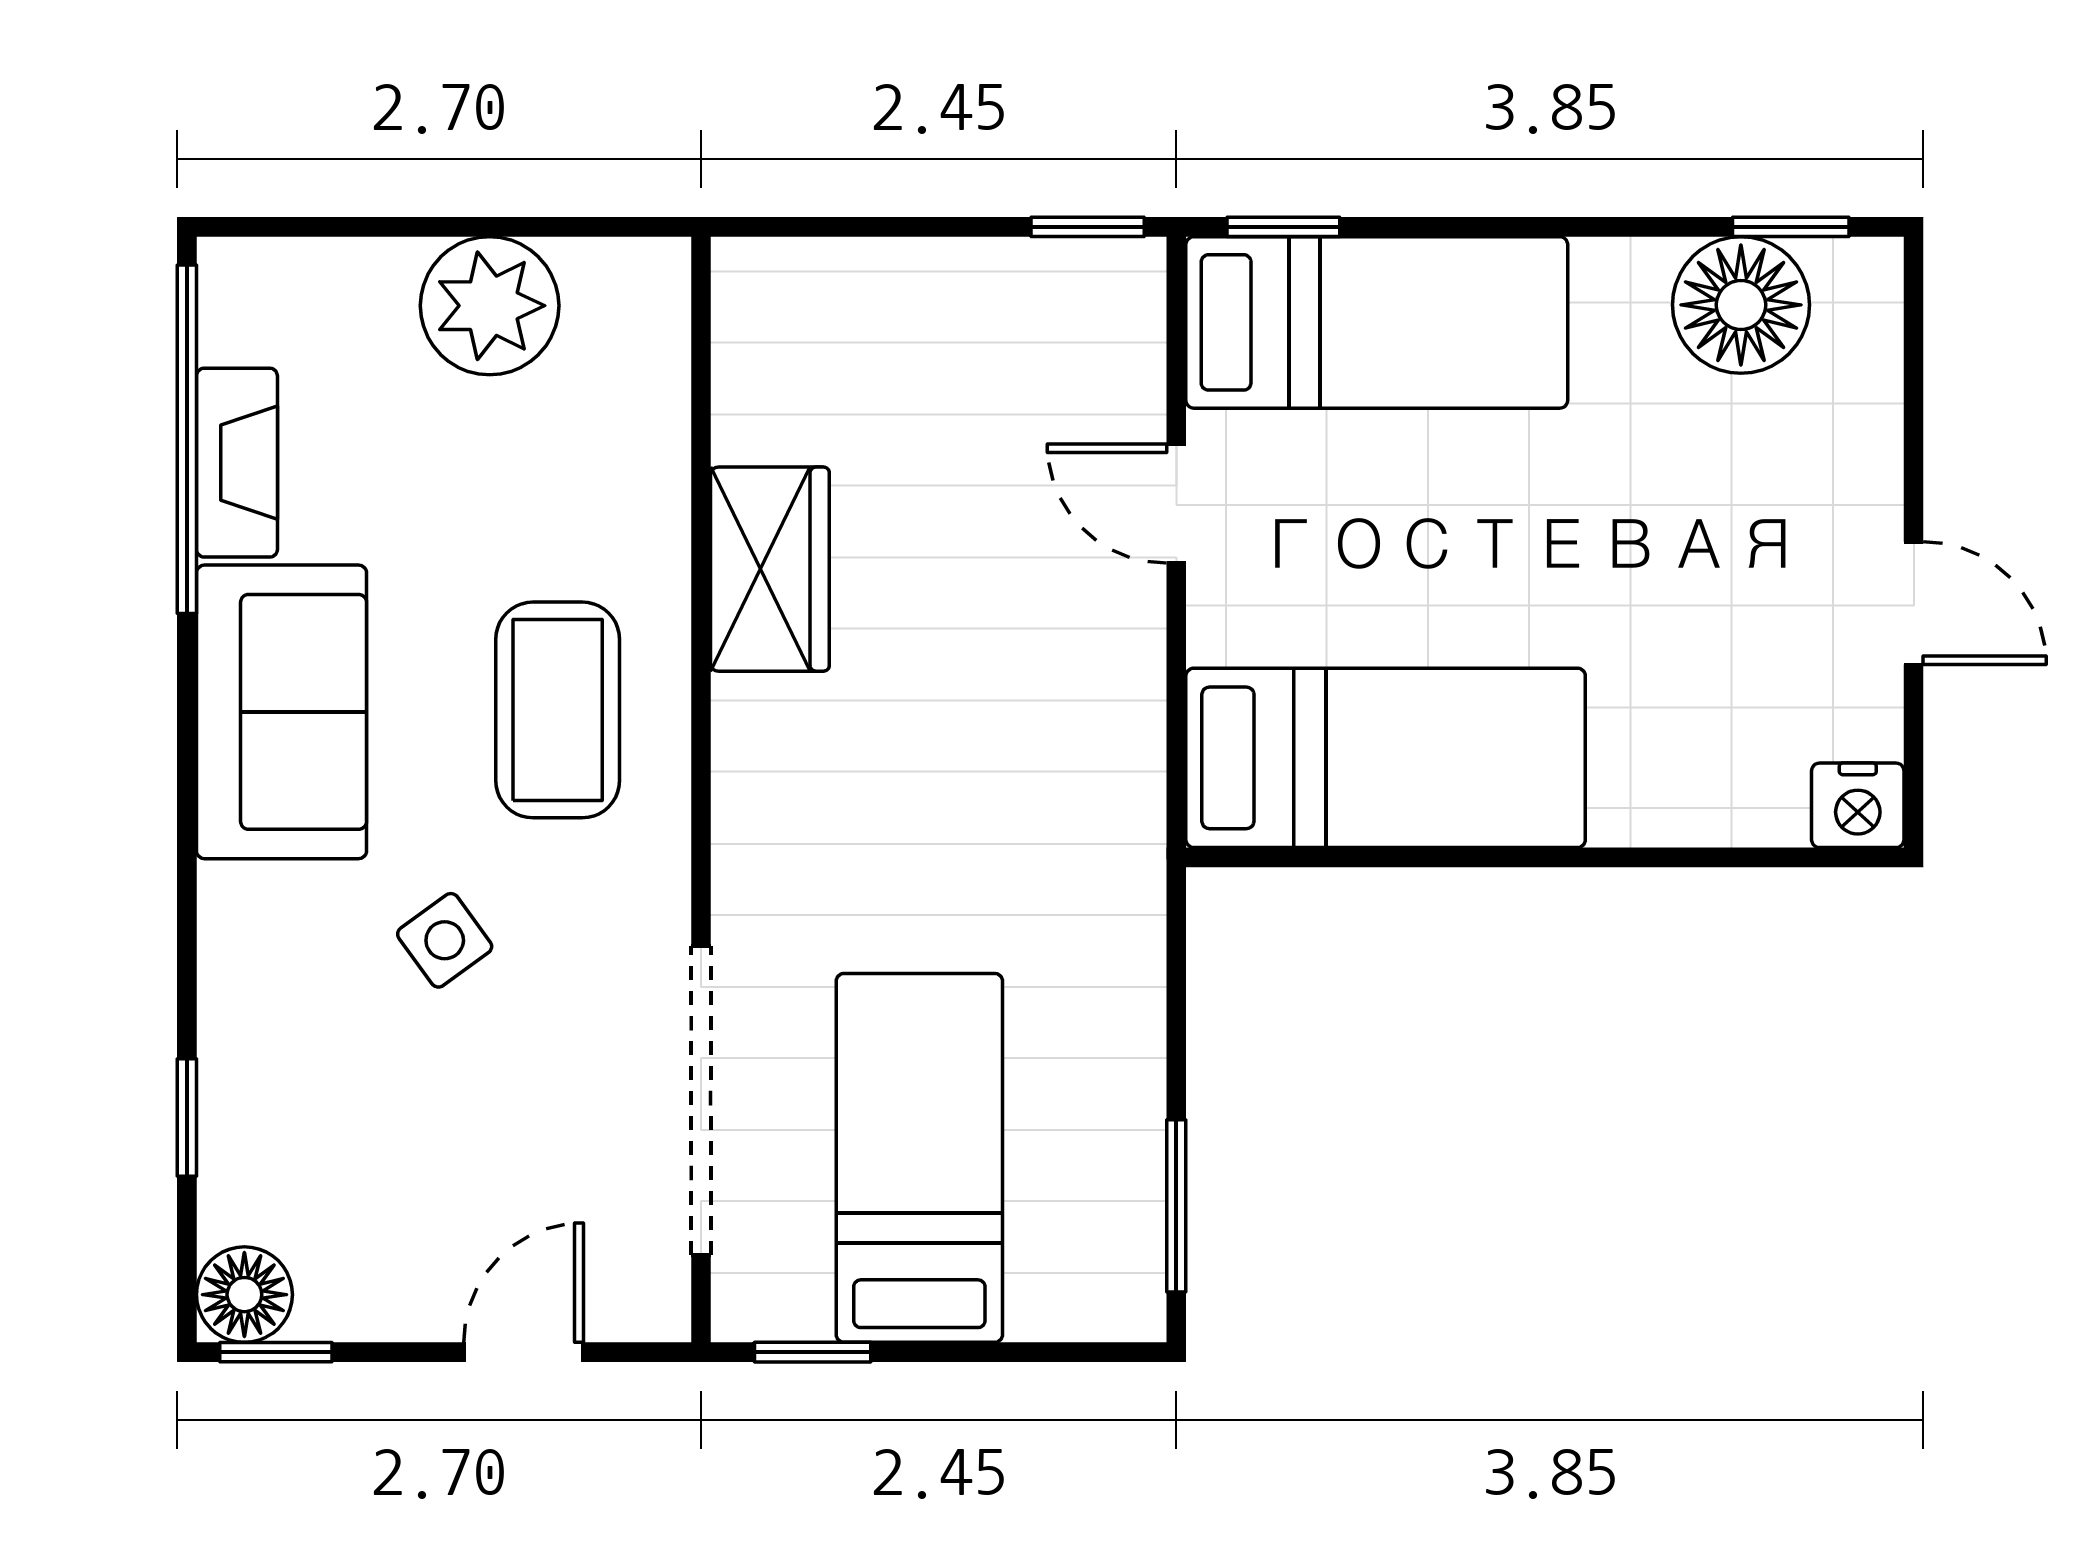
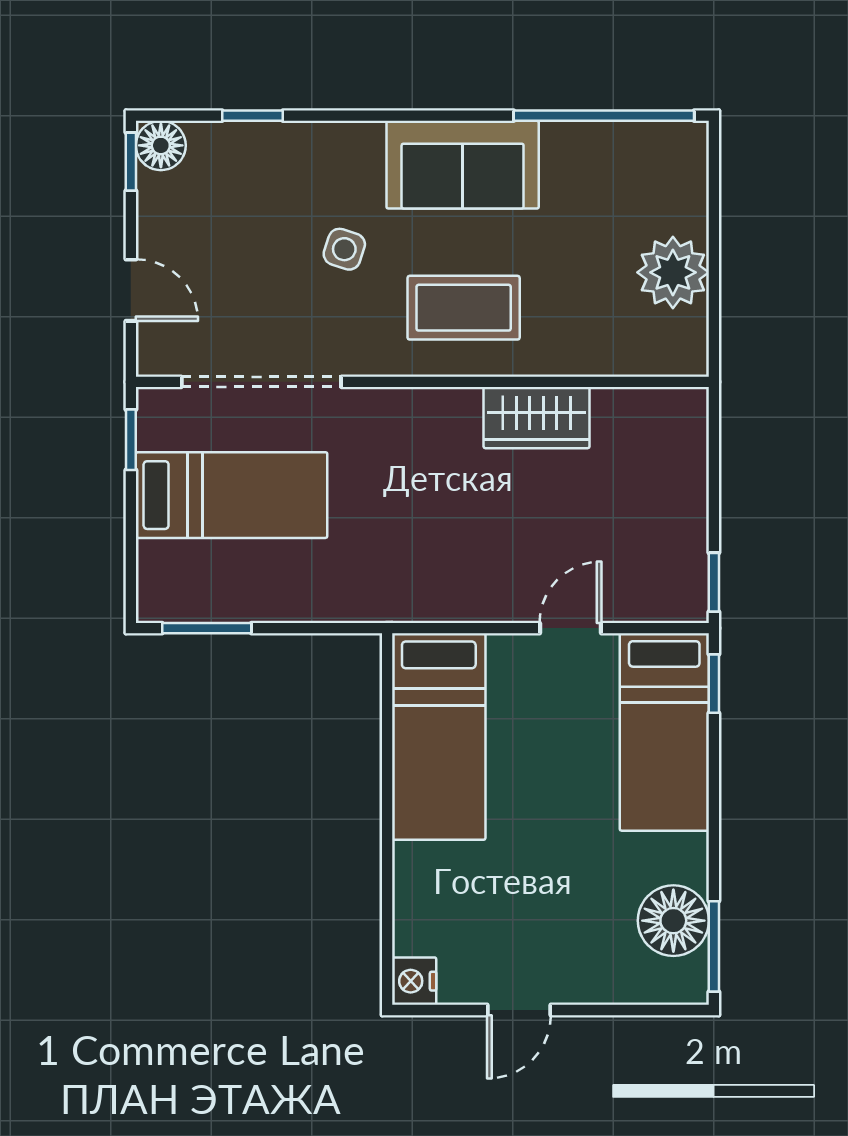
window: (1791, 227) -> (714, 946), width x1.50
fireplace: (237, 463) -> (592, 142), removed
side table: (445, 940) -> (344, 249), turned -36

